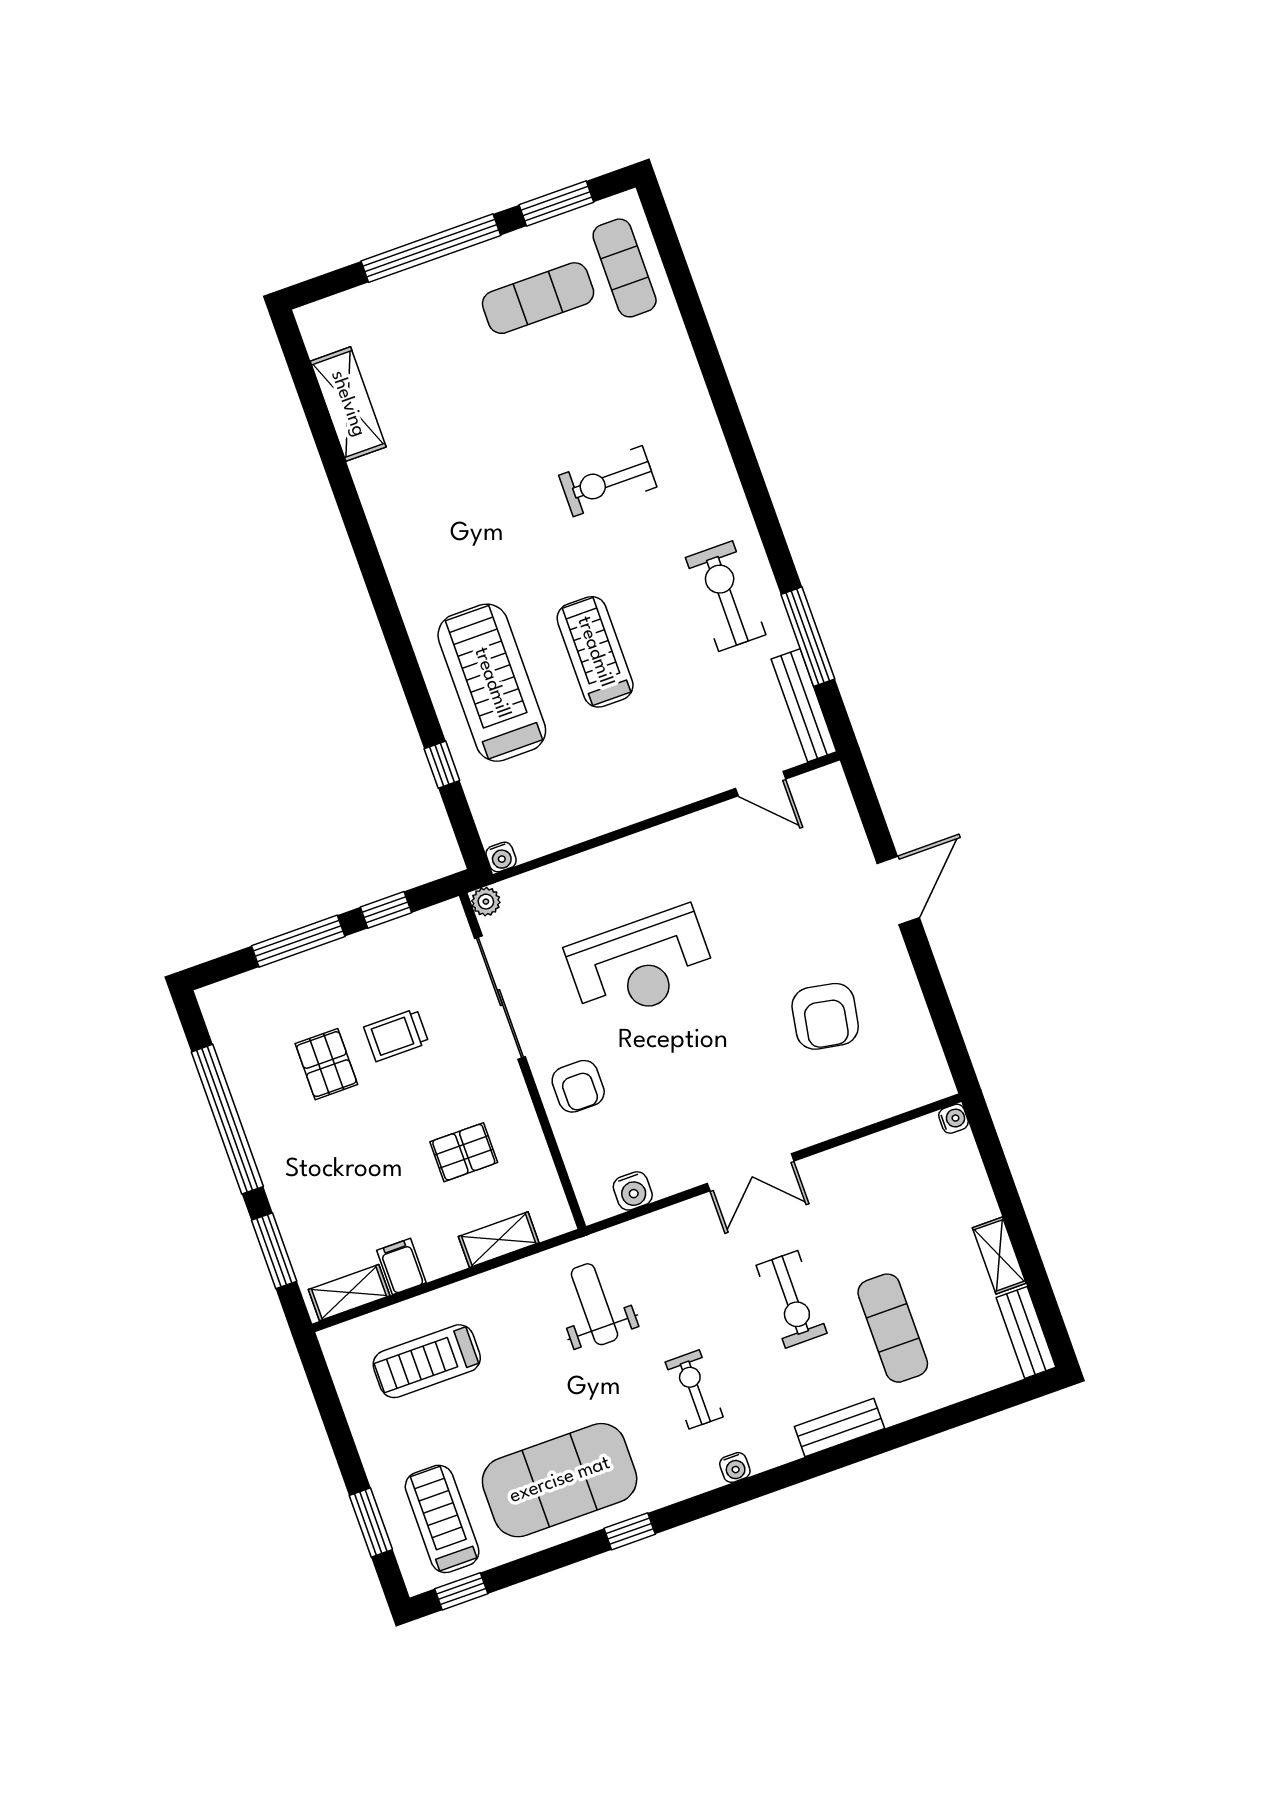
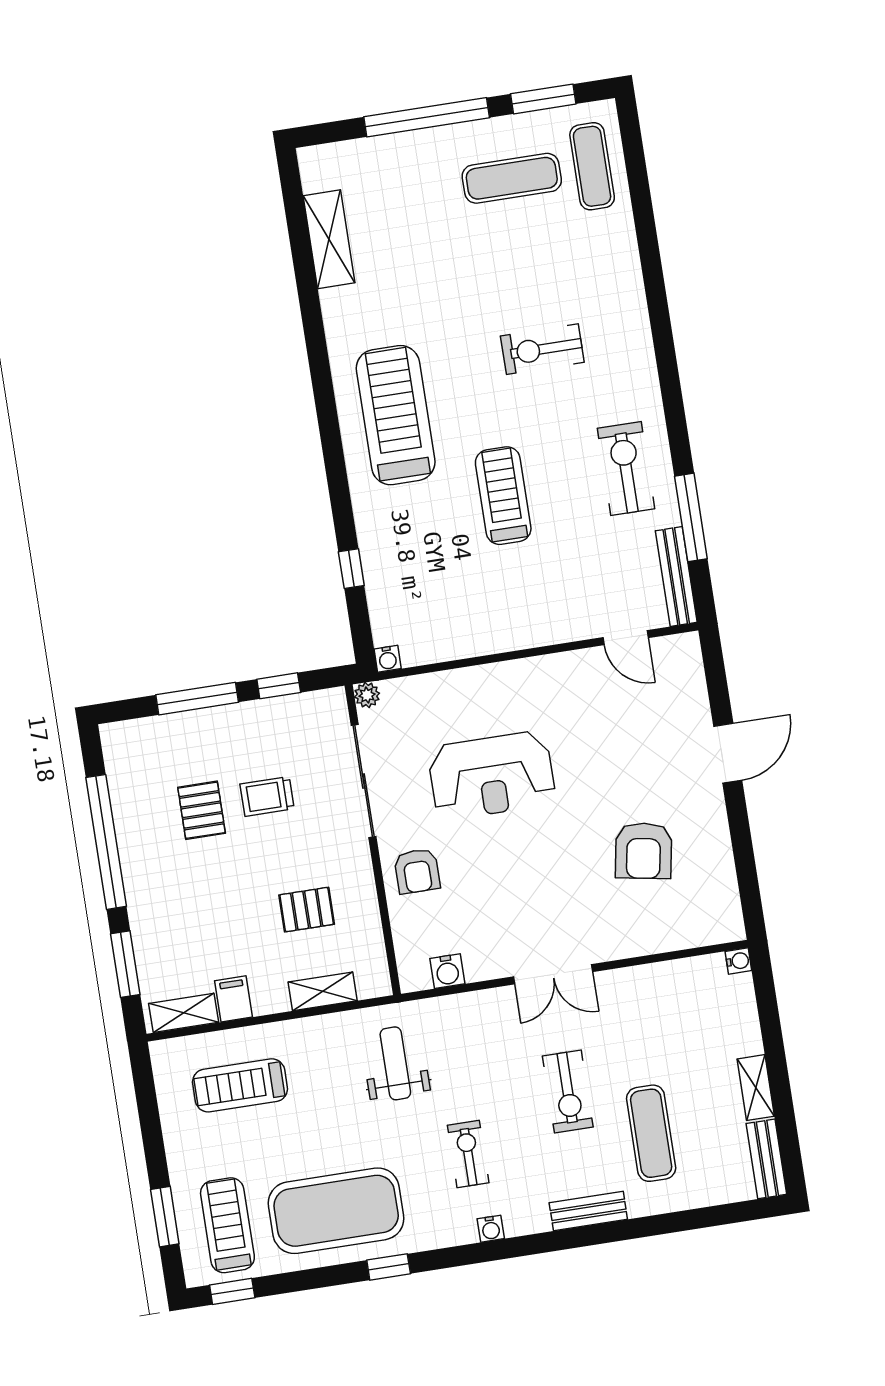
treadmill: (492, 683) -> (396, 415), moved

